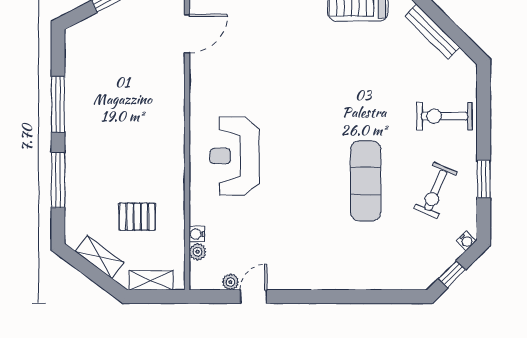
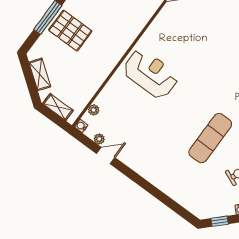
reception desk: (234, 156) -> (151, 74), turned 90
pallet: (137, 217) -> (70, 31), moved, width x1.50, depth x1.42
water cooler: (197, 234) -> (81, 126), moved

